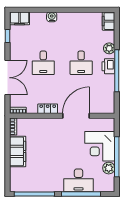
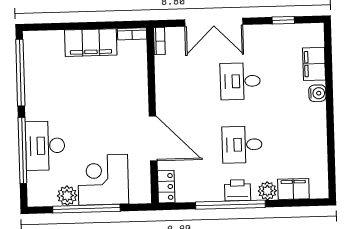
filing cabinet: (20, 18) -> (314, 64), moved
filing cabinet: (109, 21) -> (293, 189), moved
locker: (48, 109) -> (166, 187), moved

